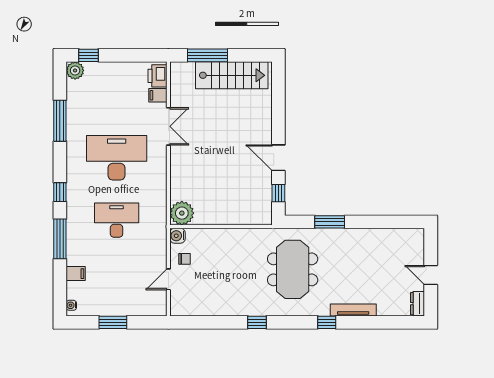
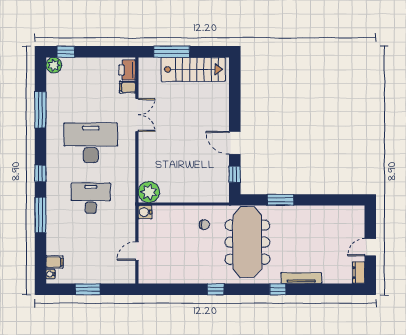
chair: (185, 259) -> (204, 225), moved
meeting table: (293, 269) -> (247, 242), width x1.36
filing cabinet: (76, 274) -> (54, 262), moved
door: (431, 275) -> (370, 247), hinge flipped

